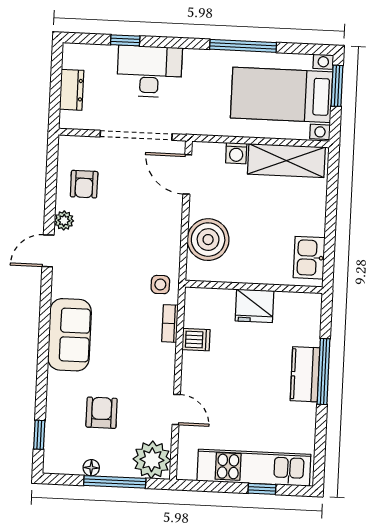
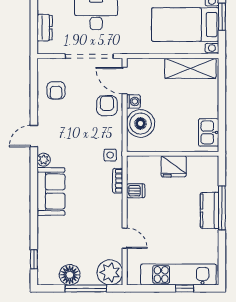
washing machine: (236, 153) -> (133, 101), moved, turned -90
plant: (64, 220) -> (44, 160), moved
armchair: (102, 413) -> (107, 106), moved
floor lamp: (91, 468) -> (70, 275), width x1.89, depth x1.89

